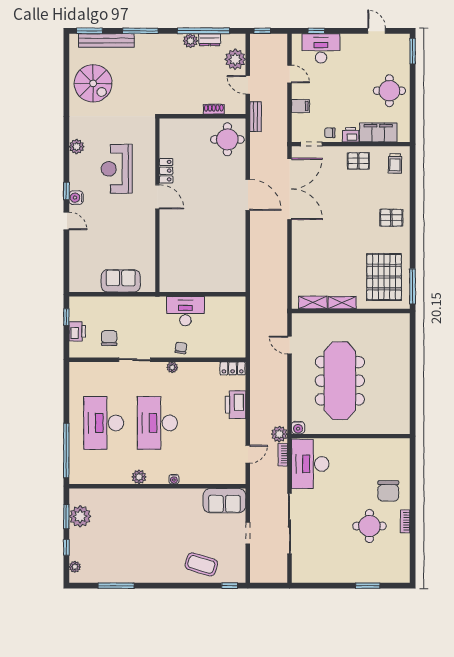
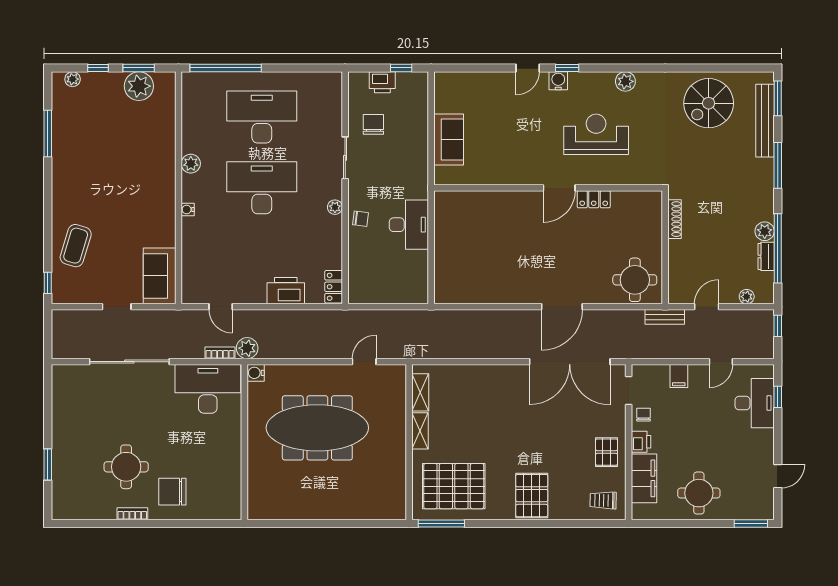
plant: (235, 59) -> (747, 297), width x0.53, depth x0.53
shoe rack: (214, 109) -> (675, 219), moved, width x1.43
pallet: (391, 218) -> (532, 496), width x1.50, depth x1.42
chair: (109, 338) -> (373, 124), turned -90

